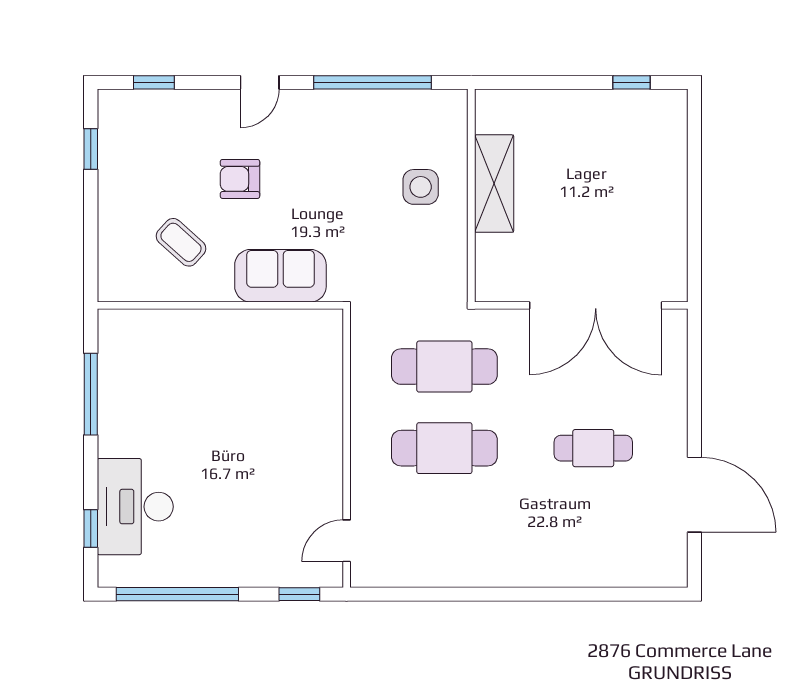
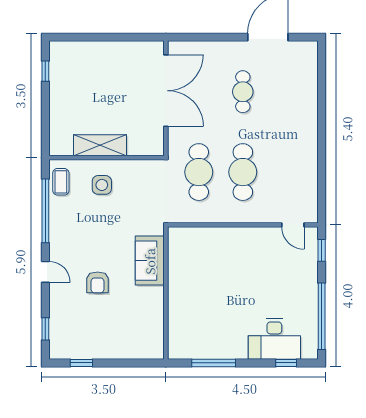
coffee table: (181, 242) -> (61, 182), moved, turned -42

